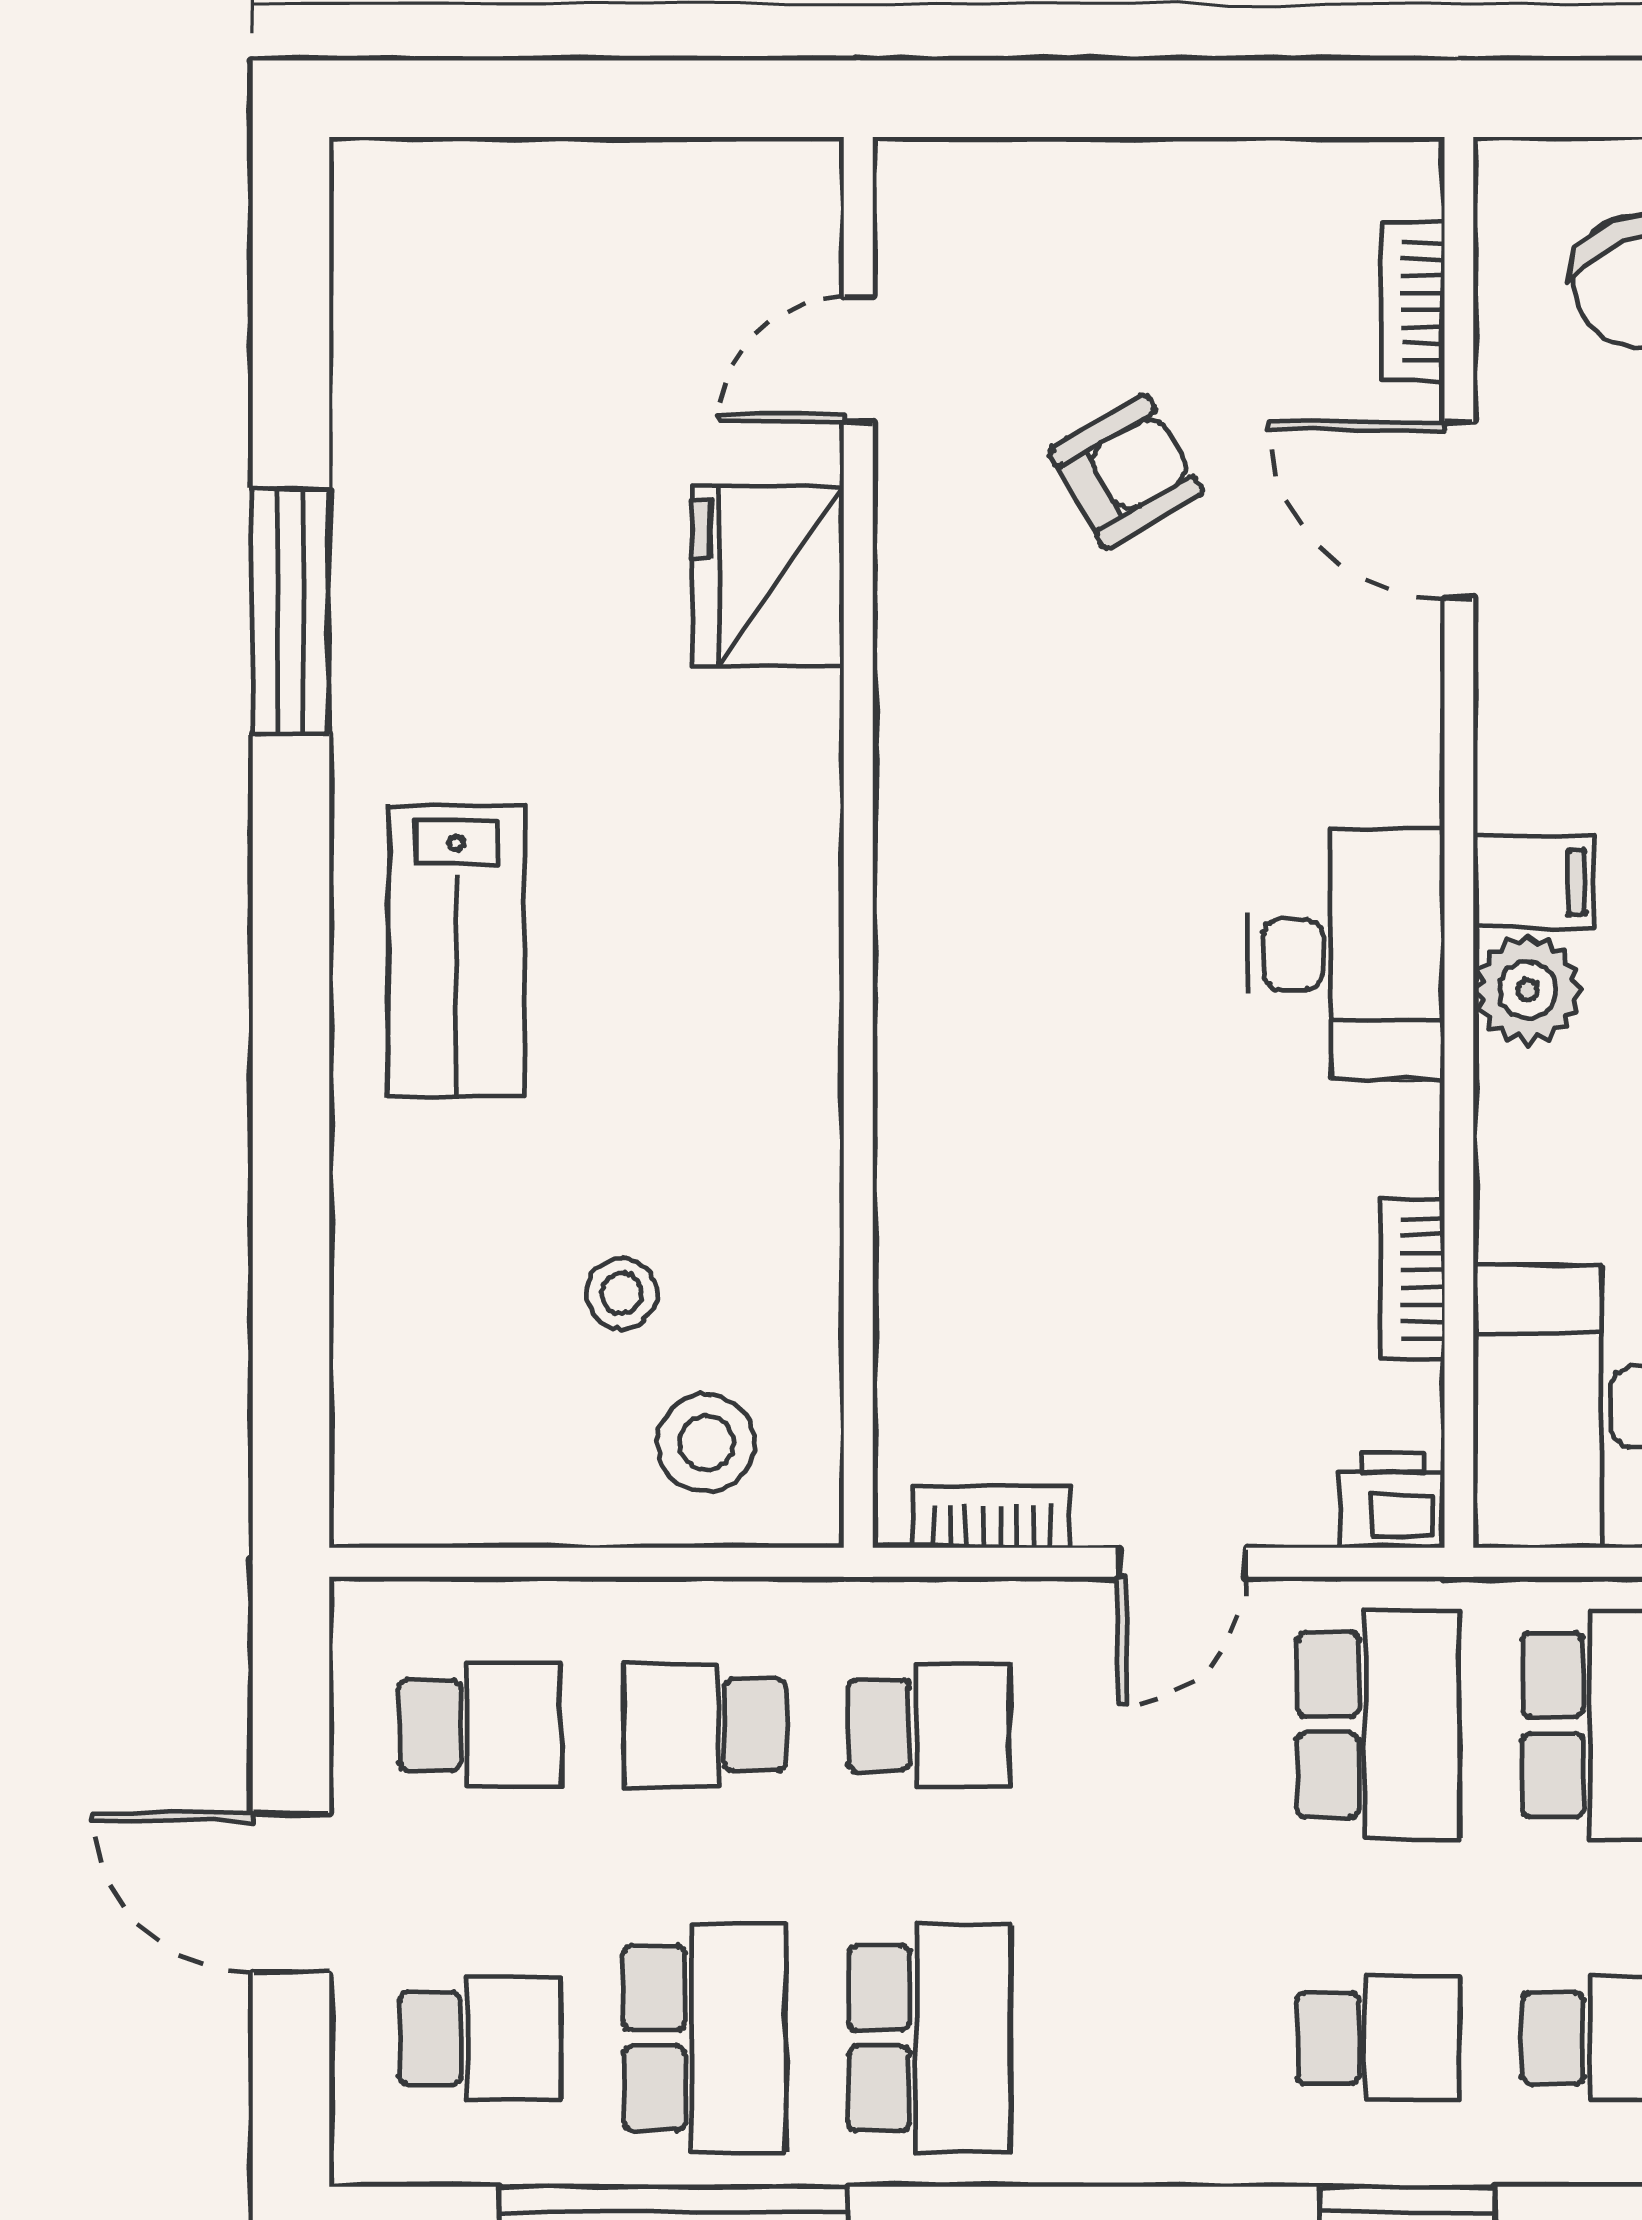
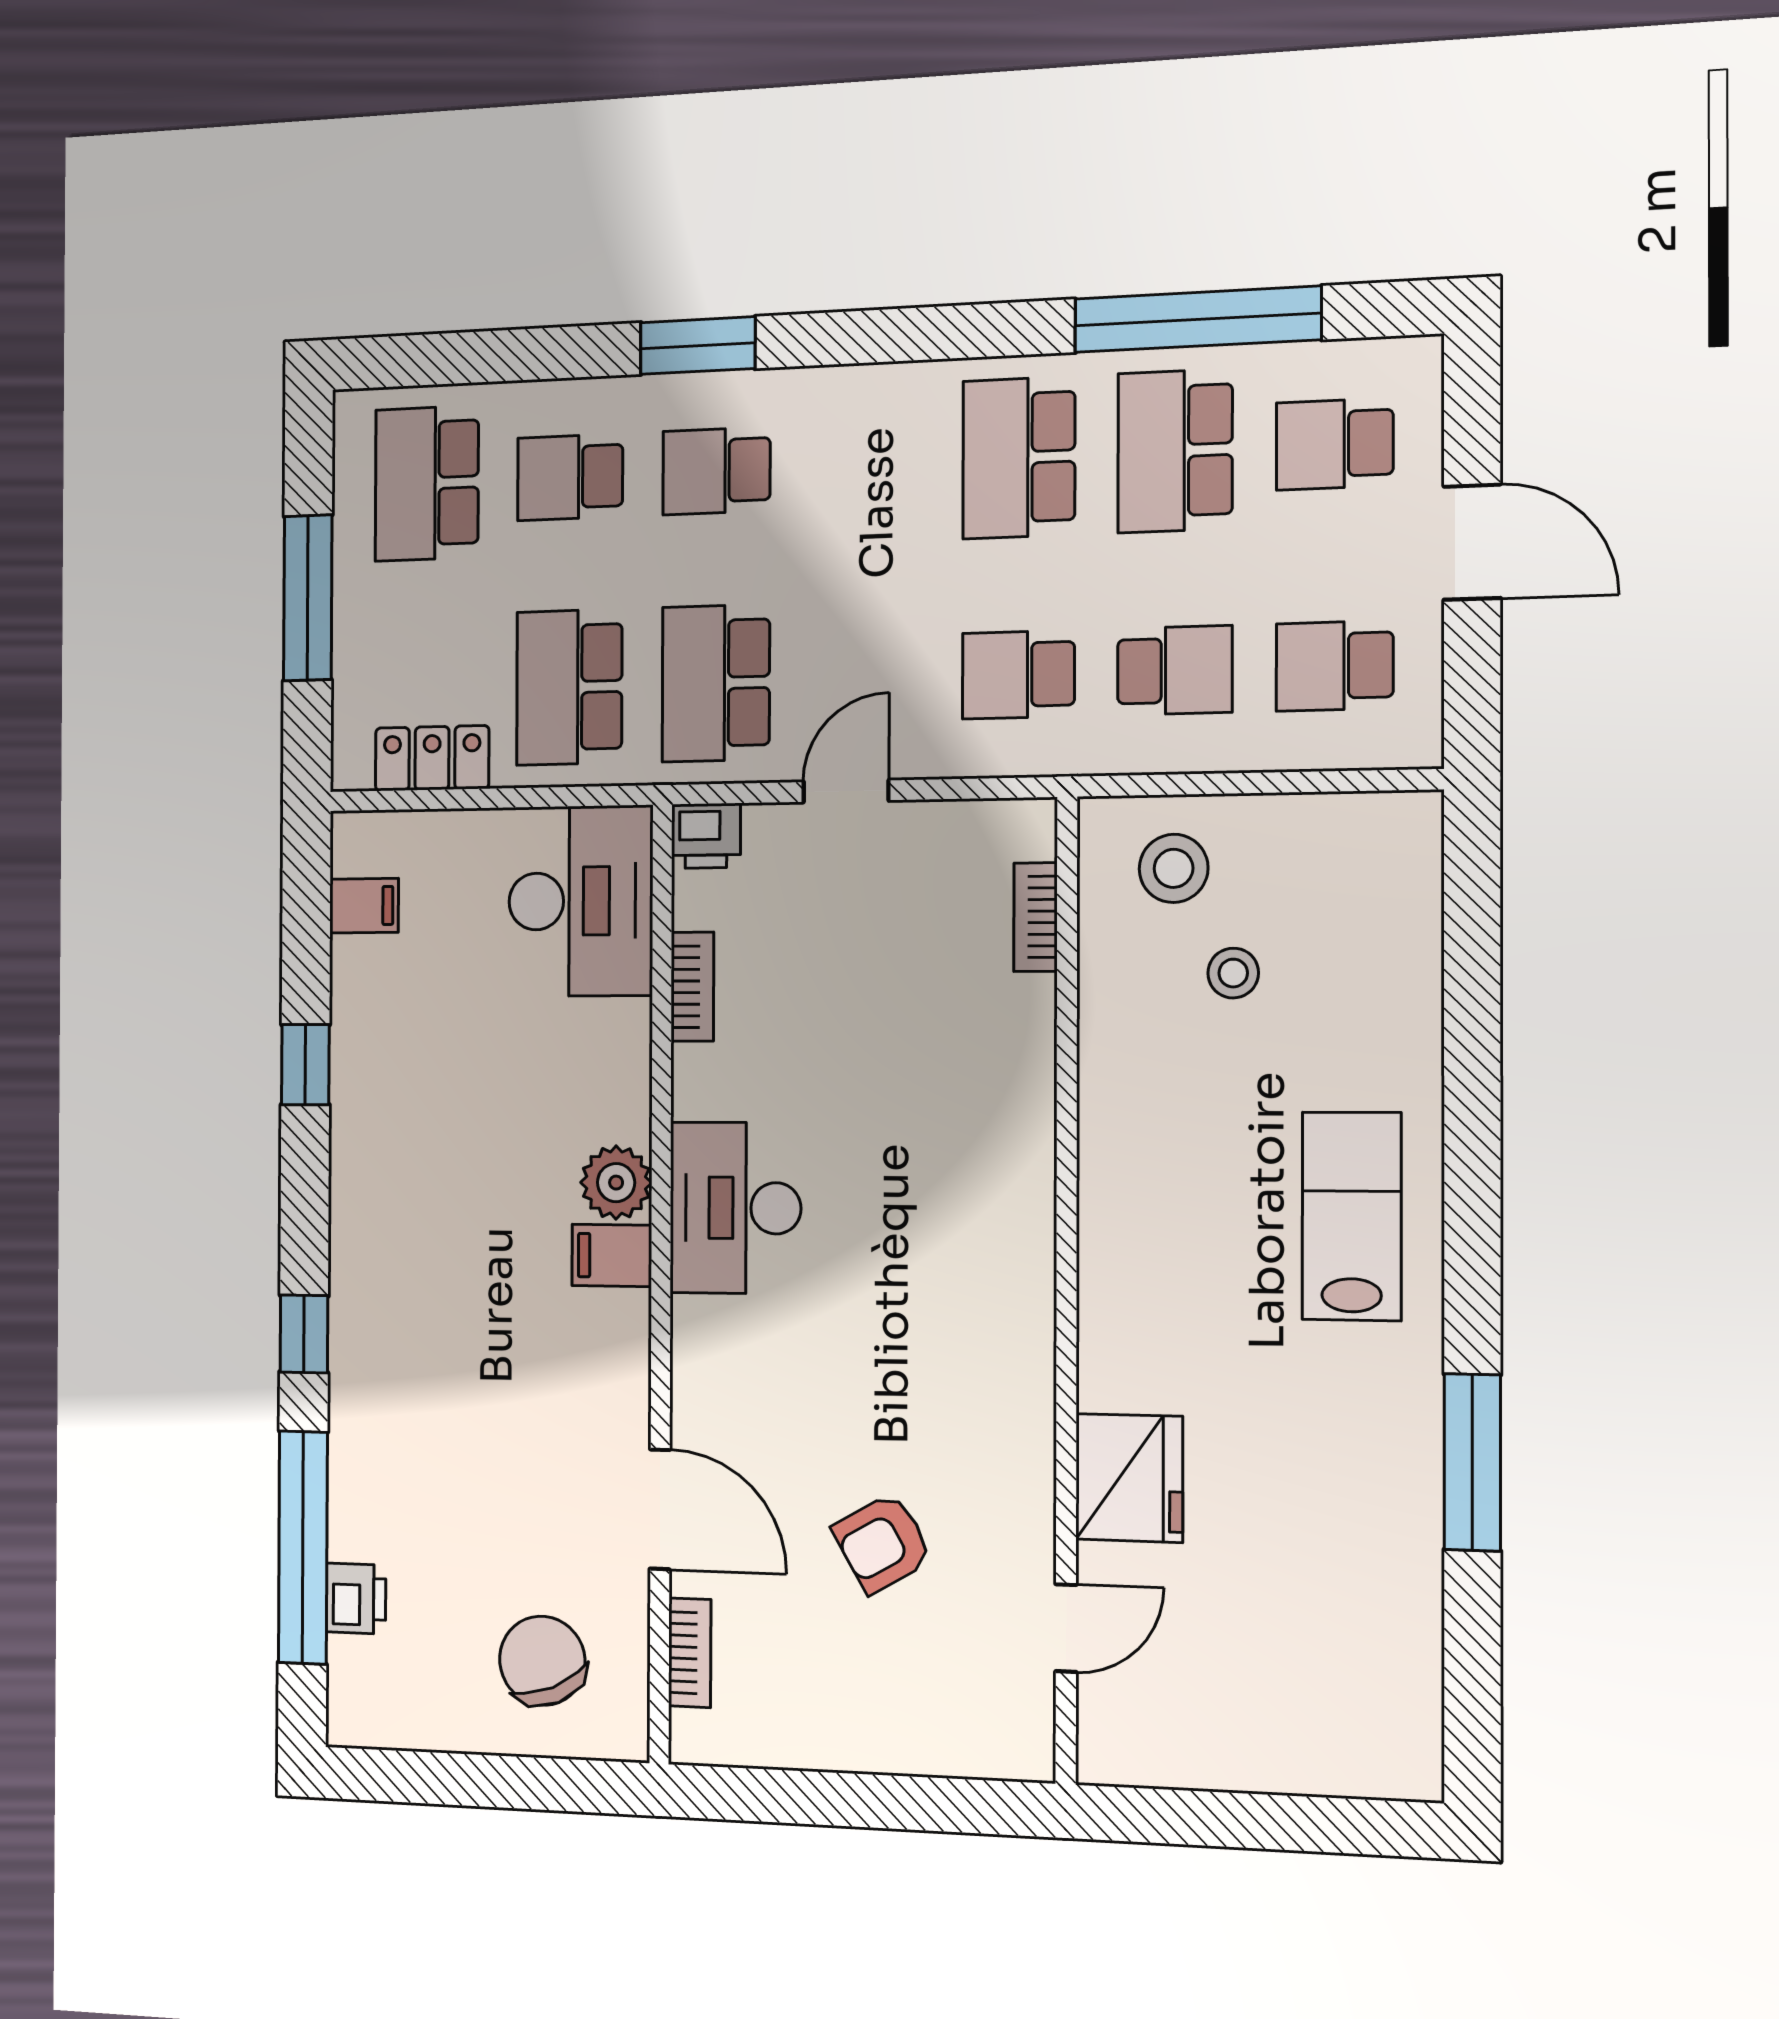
bookcase: (992, 1517) -> (1036, 917), moved, turned 90

